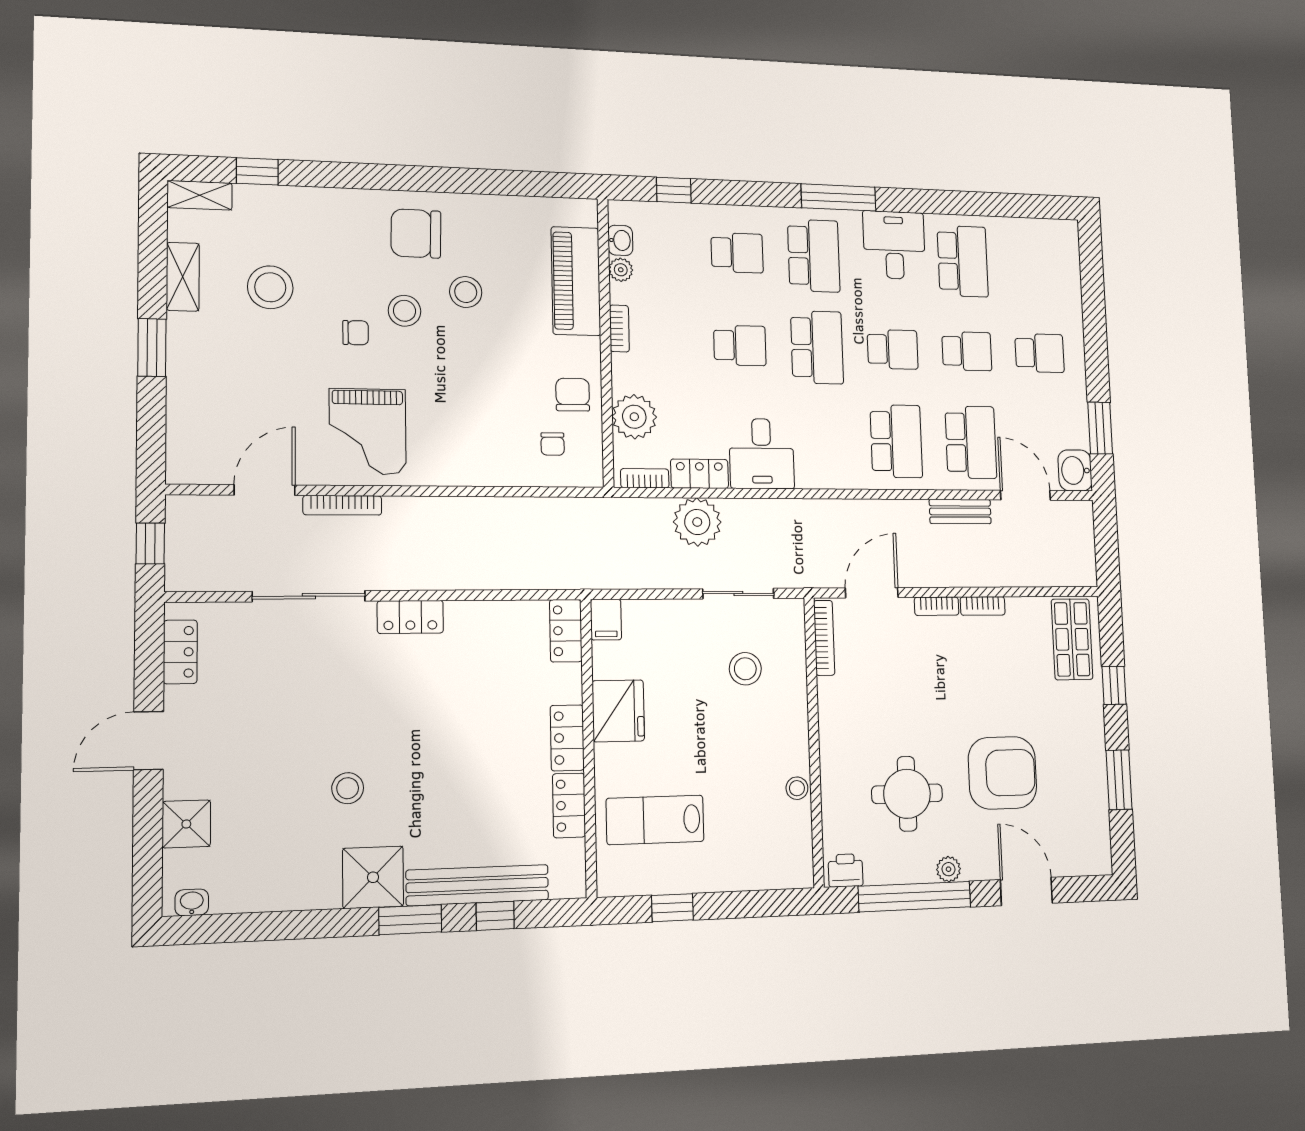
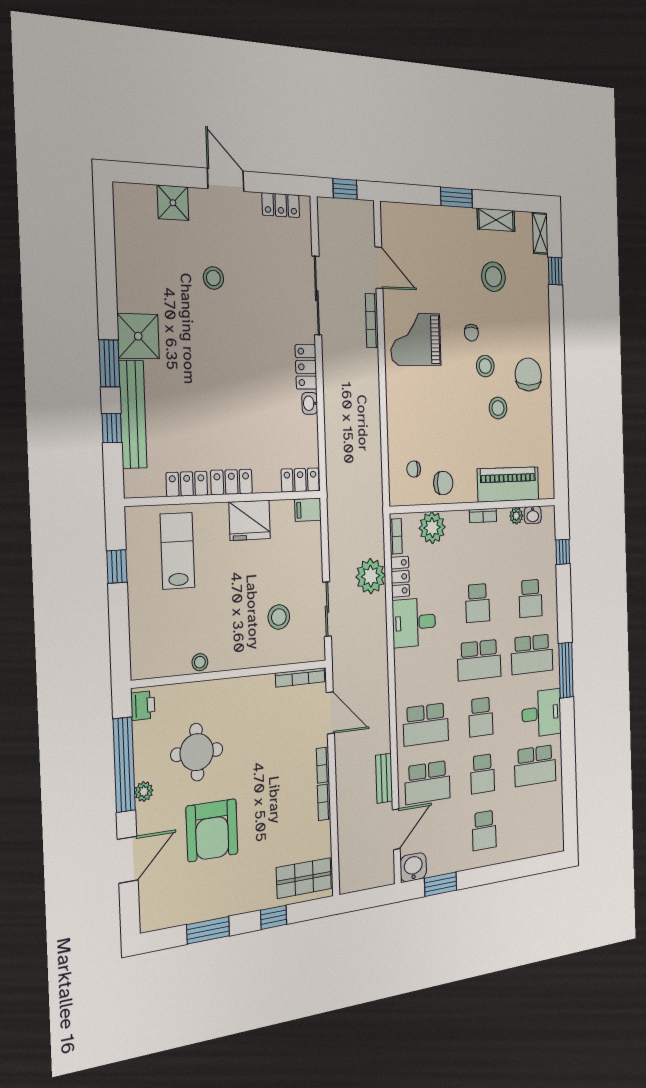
stool: (348, 788) -> (213, 278), moved
washbasin: (192, 902) -> (310, 403), moved, turned 180

